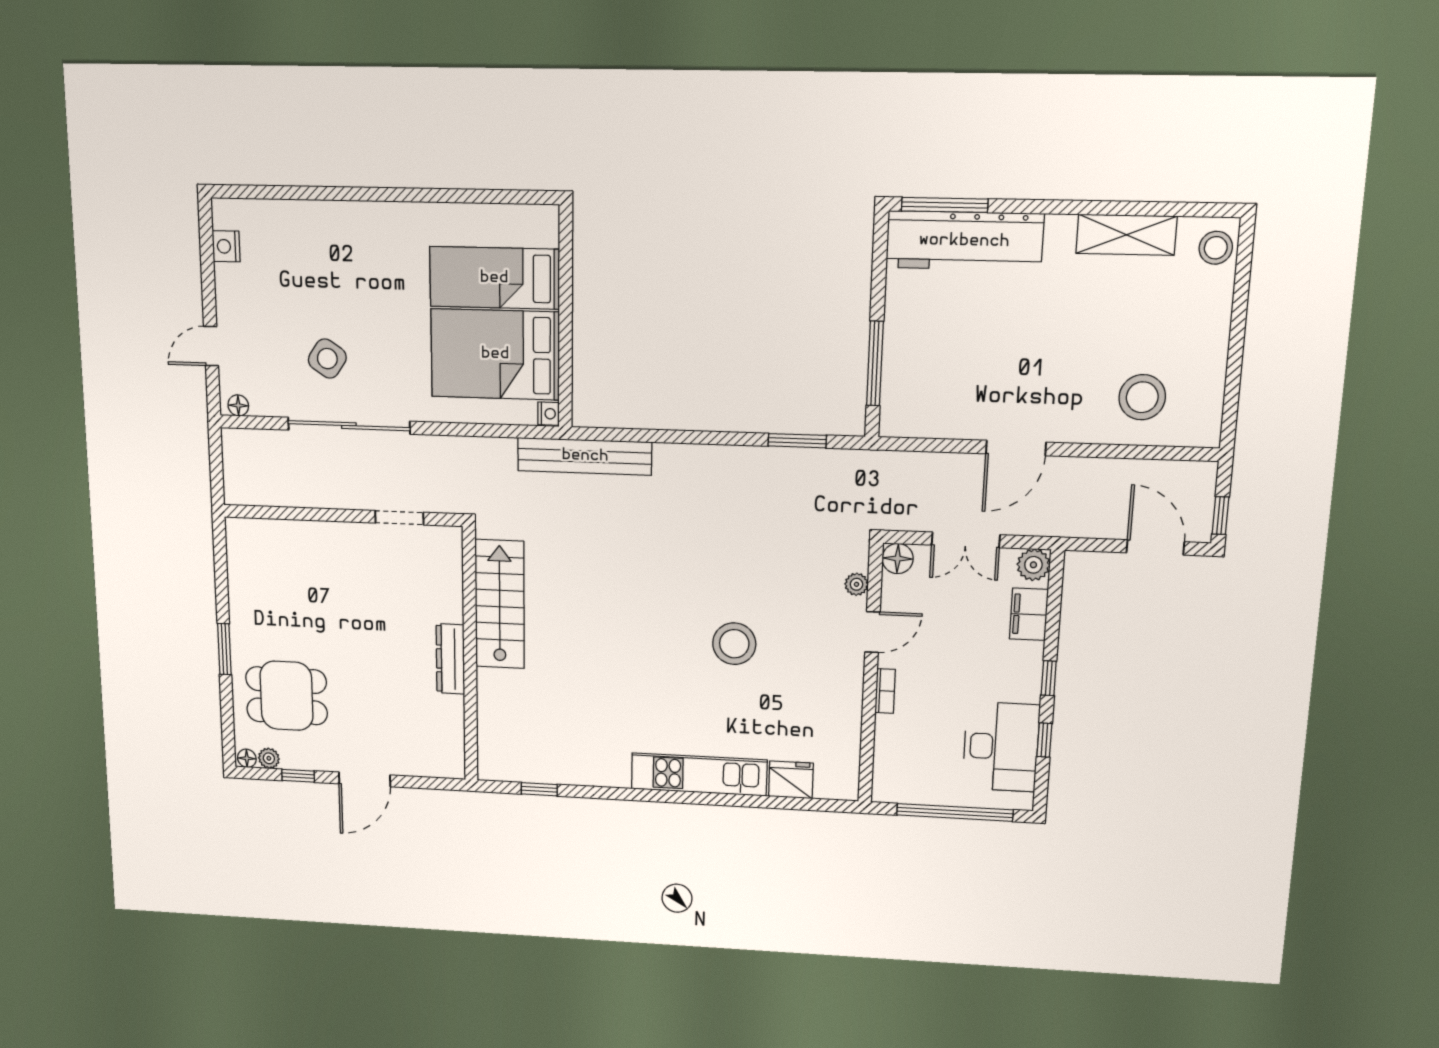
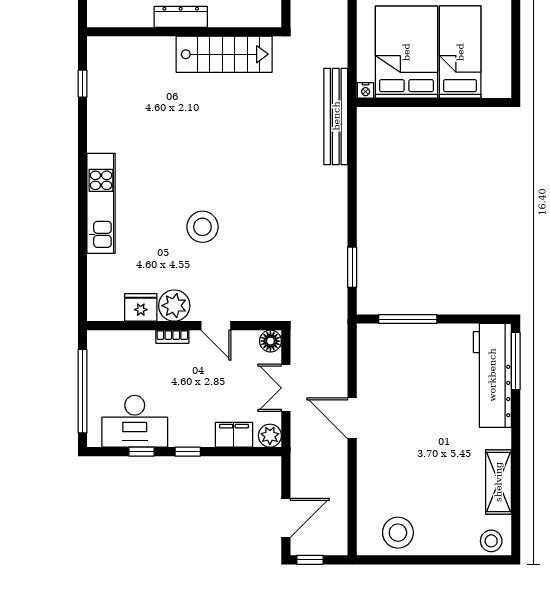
stool: (1142, 397) -> (398, 533), moved
plant: (857, 584) -> (174, 306), moved, width x1.87, depth x1.87
fridge: (791, 780) -> (141, 307), moved, turned -90

